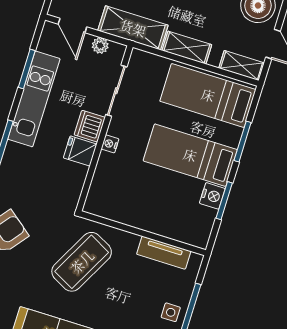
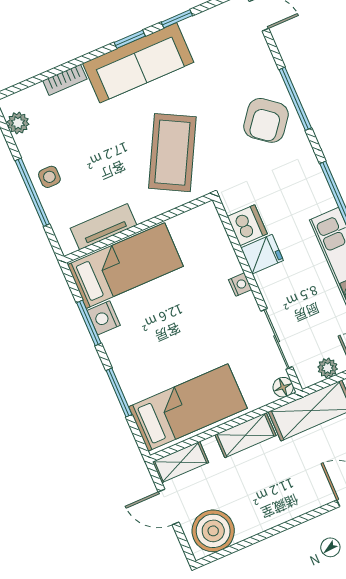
floor lamp: (138, 57) -> (283, 387), added
dishwasher: (90, 126) -> (247, 225), moved
bed: (190, 155) -> (125, 266), moved

